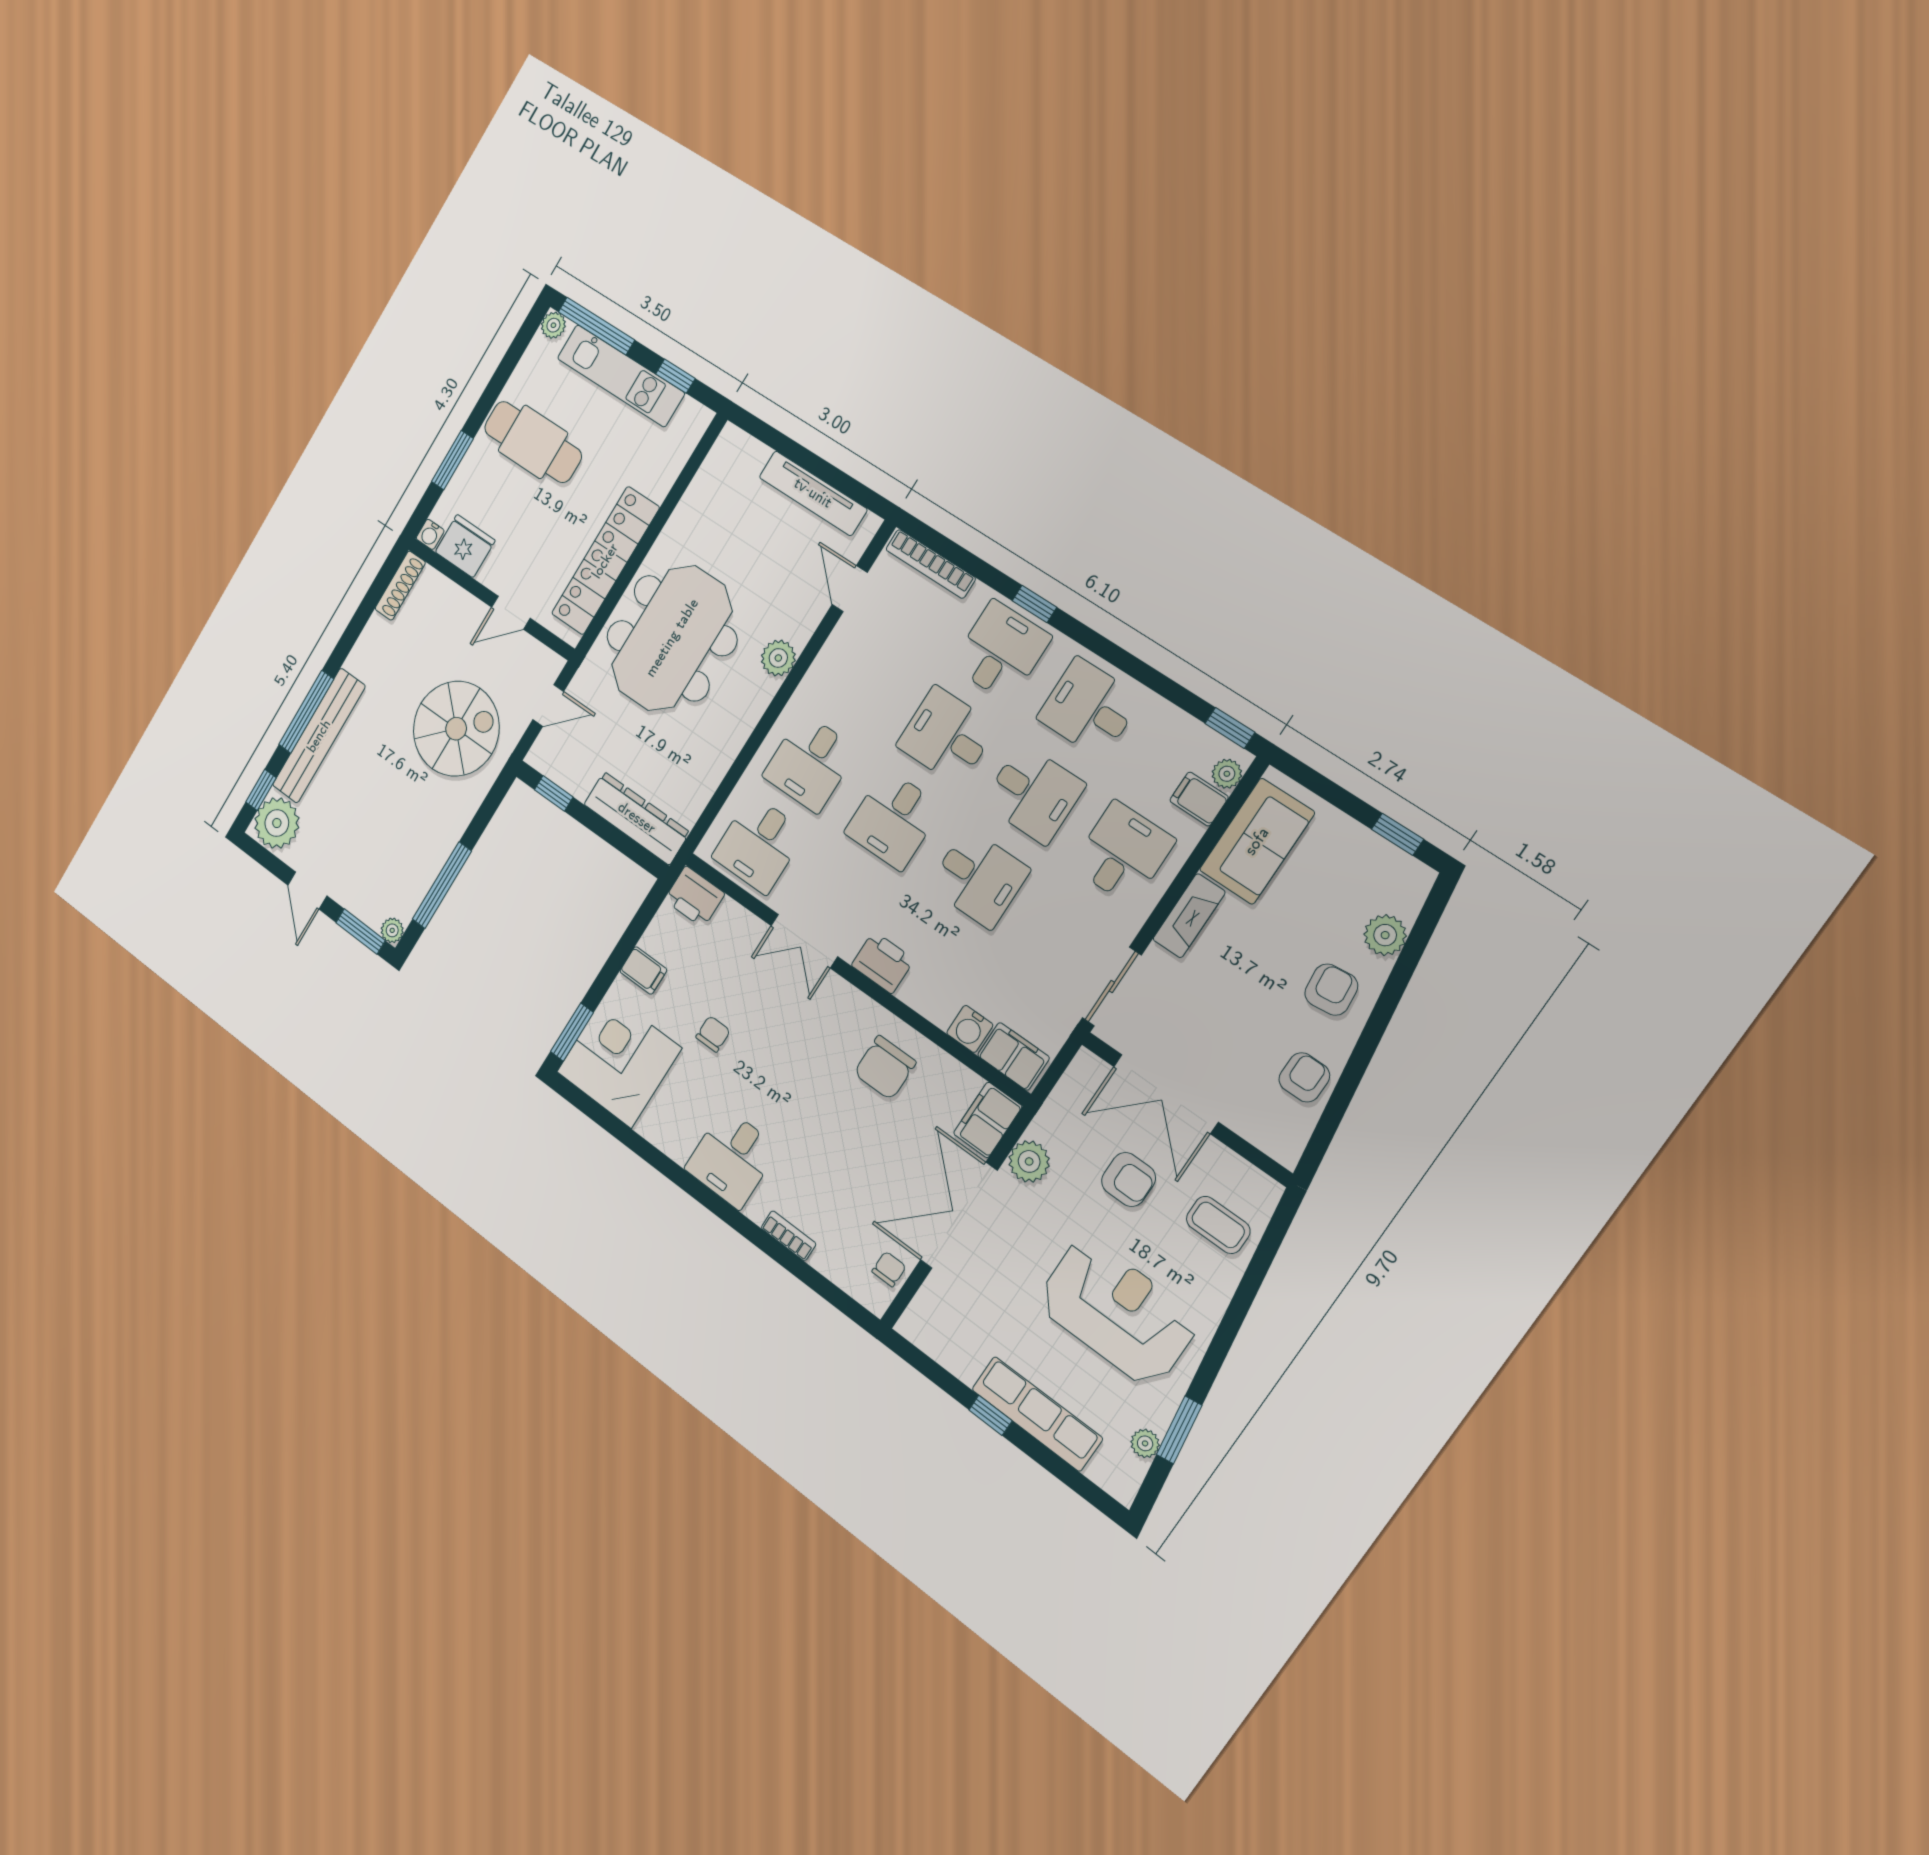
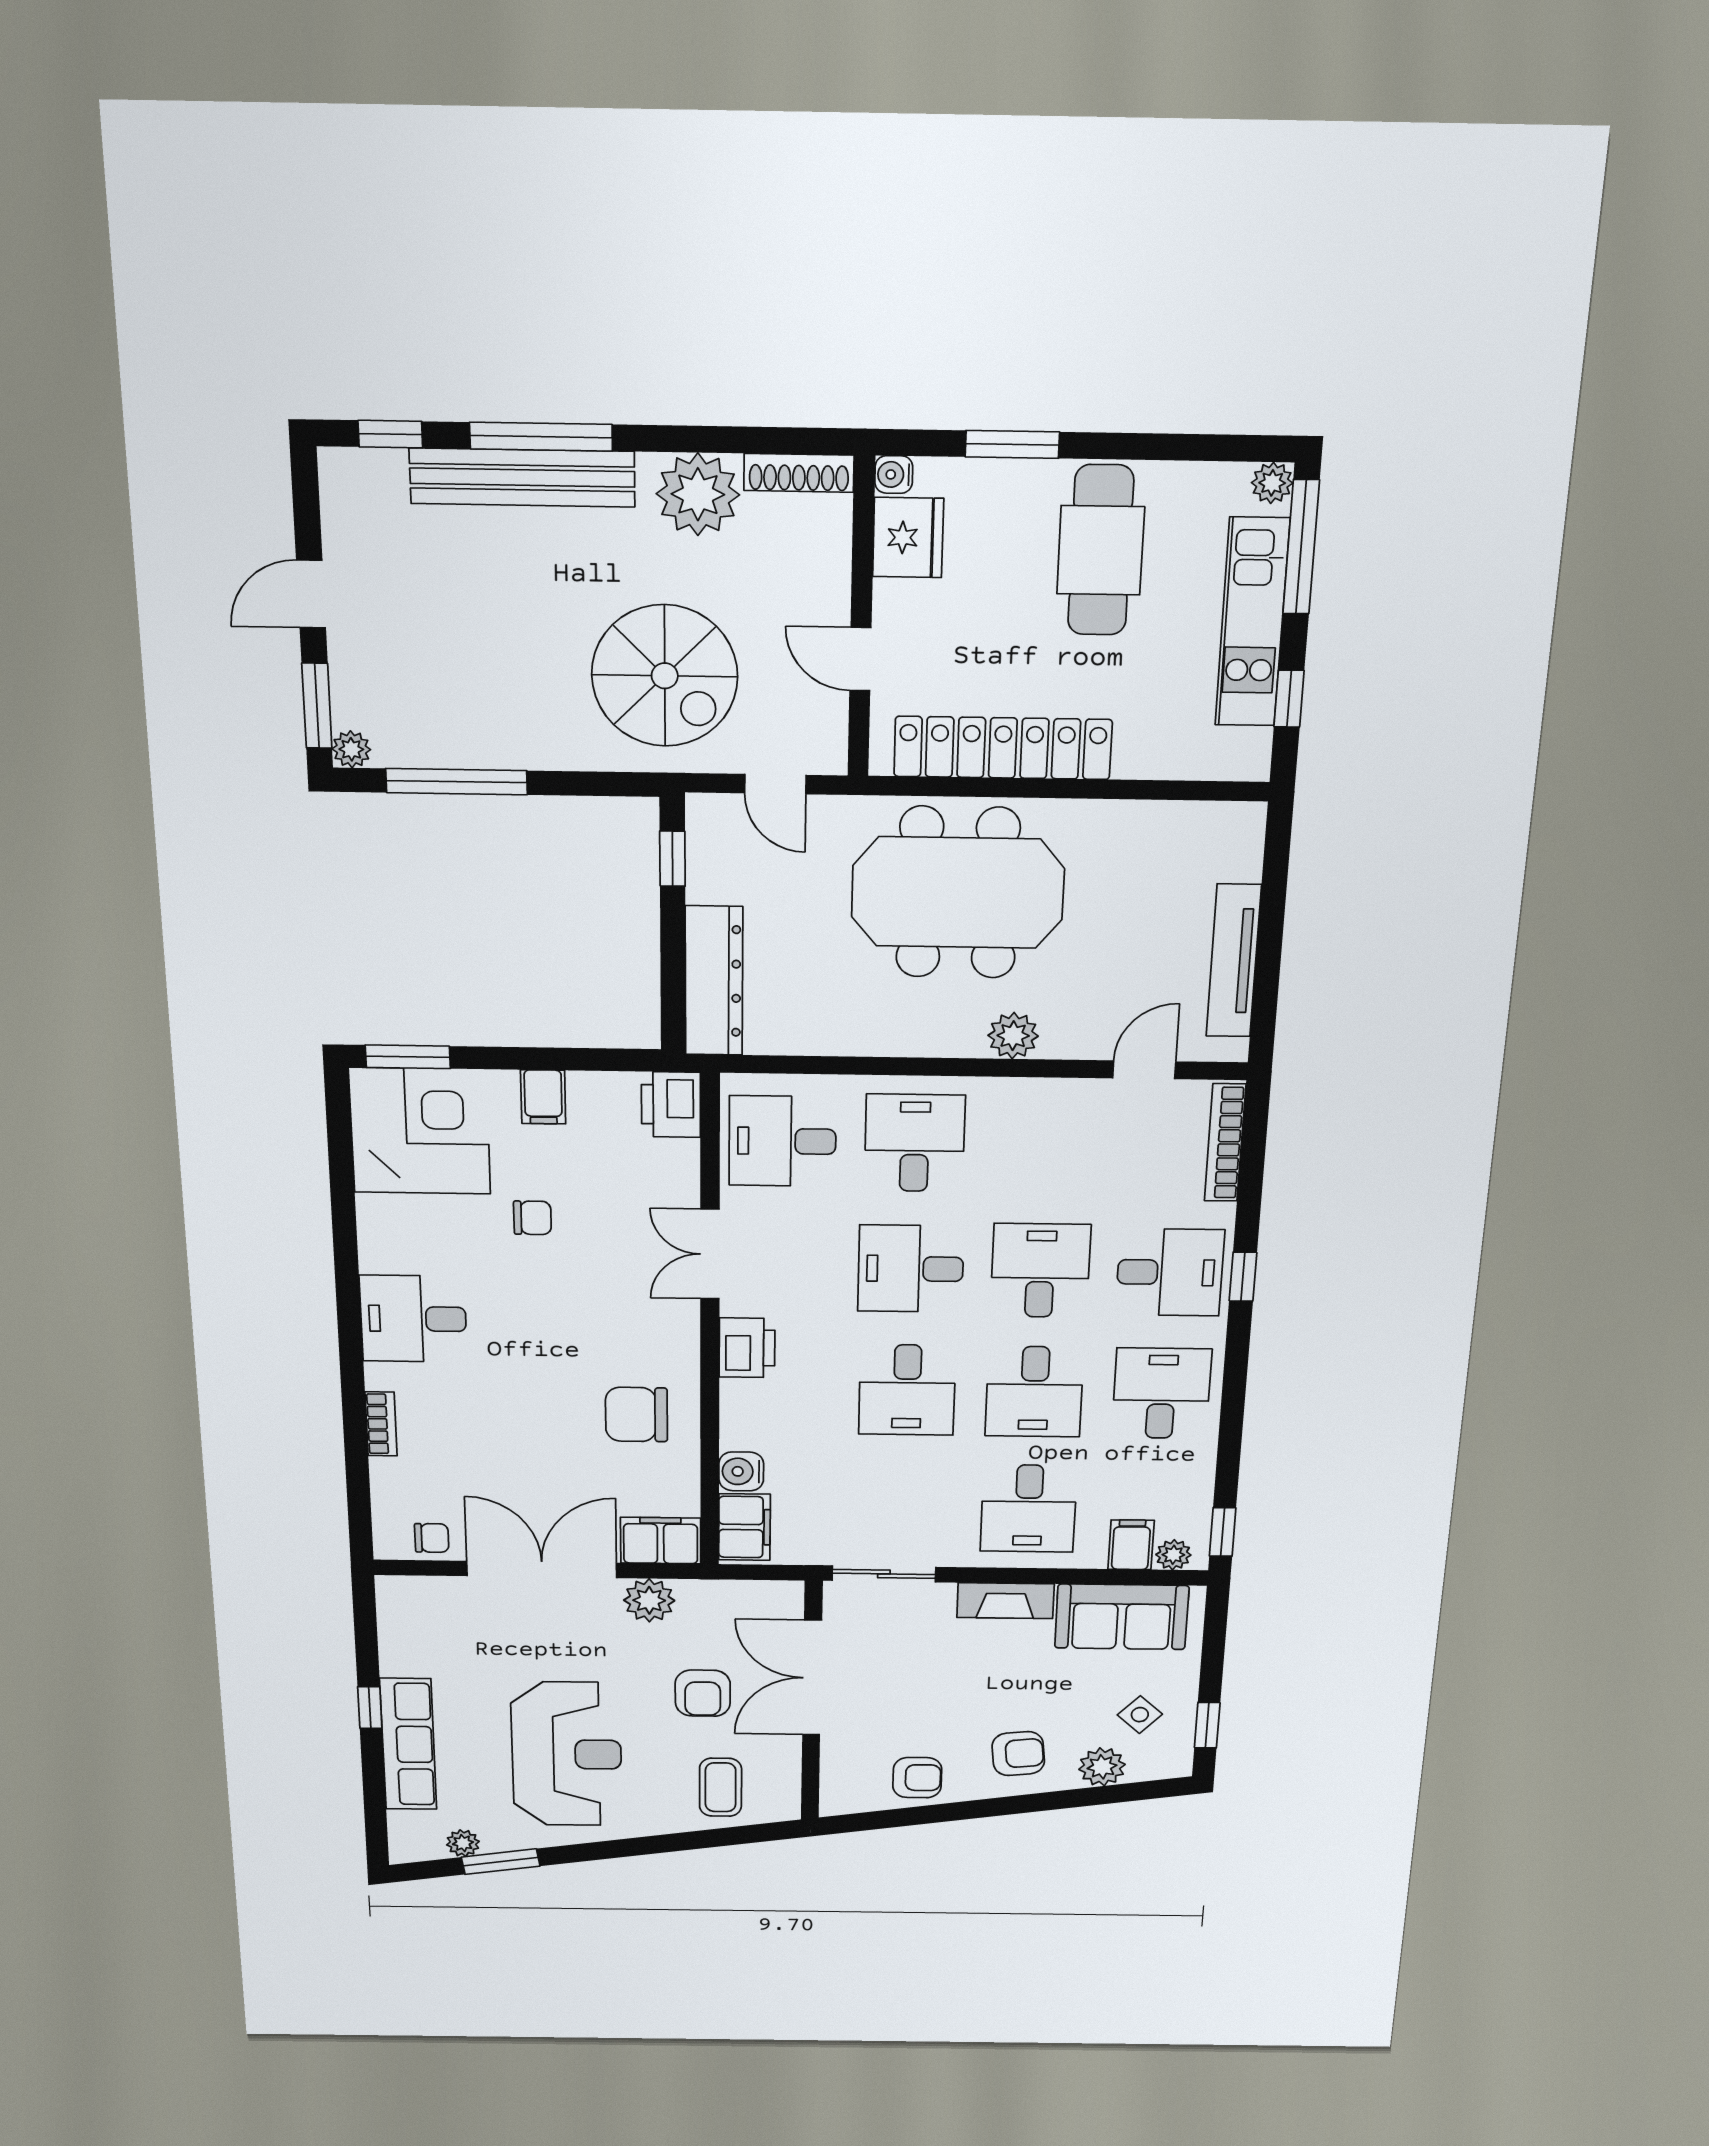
desk: (810, 763) -> (915, 1143), turned 90
plant: (277, 823) -> (698, 494), moved
desk: (1123, 853) -> (1029, 1509), turned 90
side table: (1354, 879) -> (1140, 1715), added

